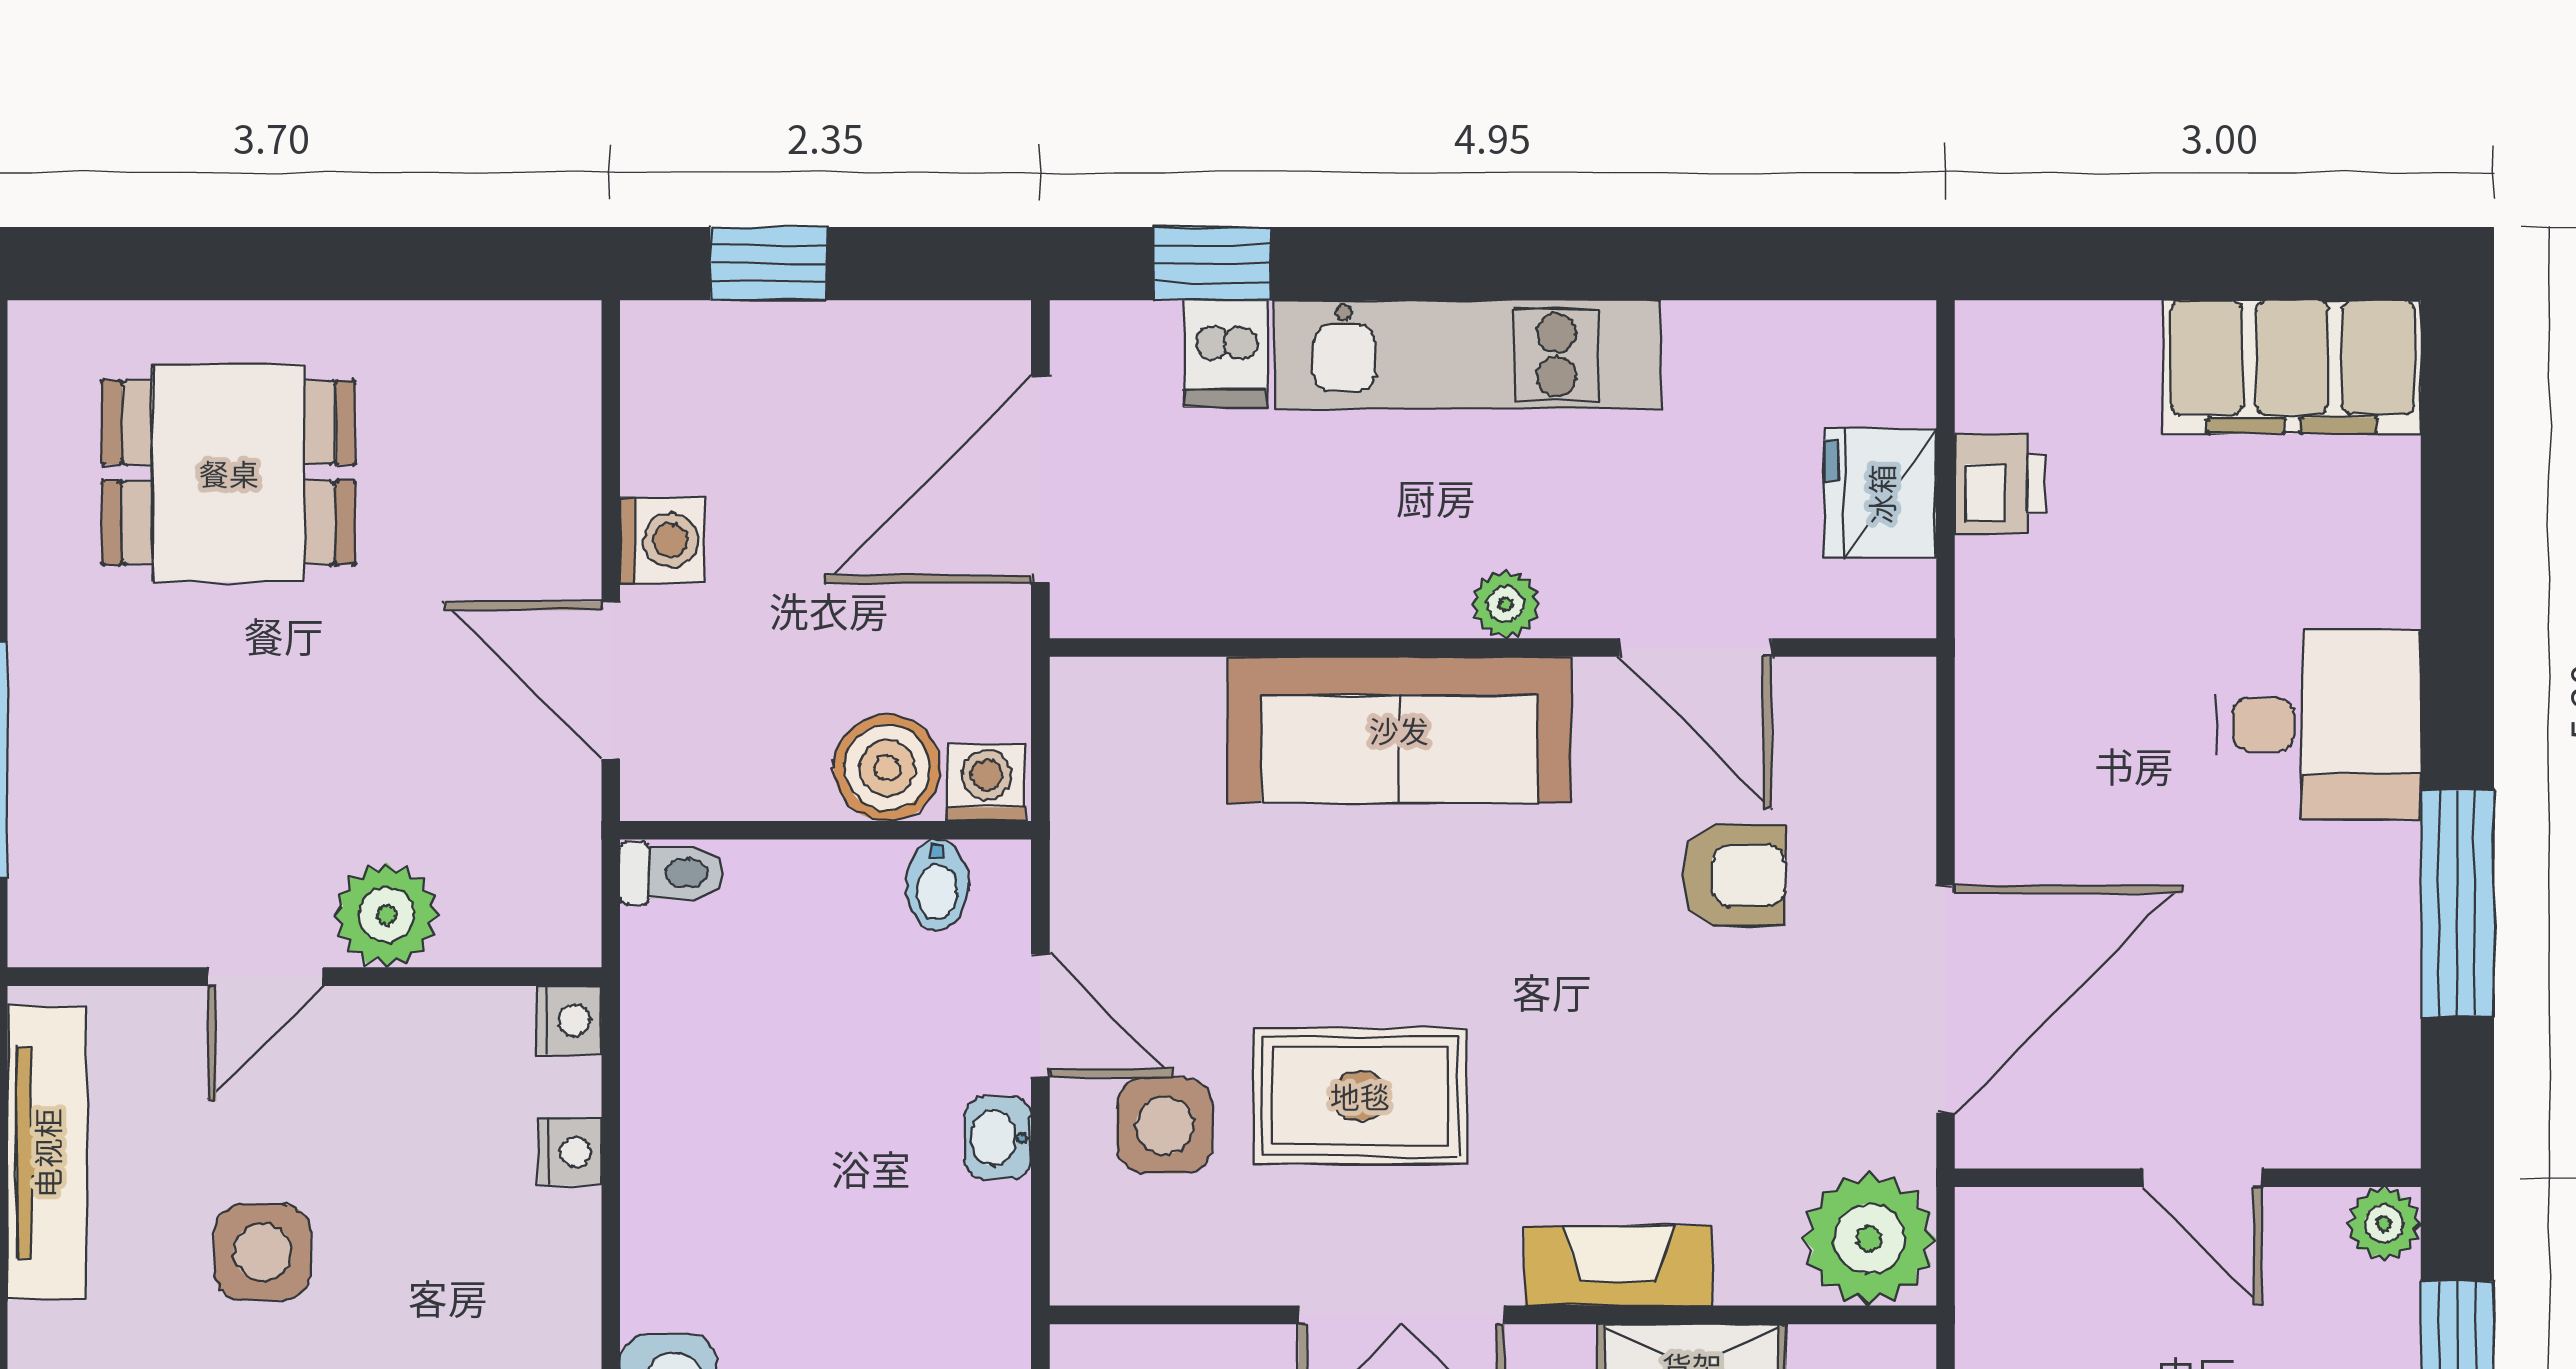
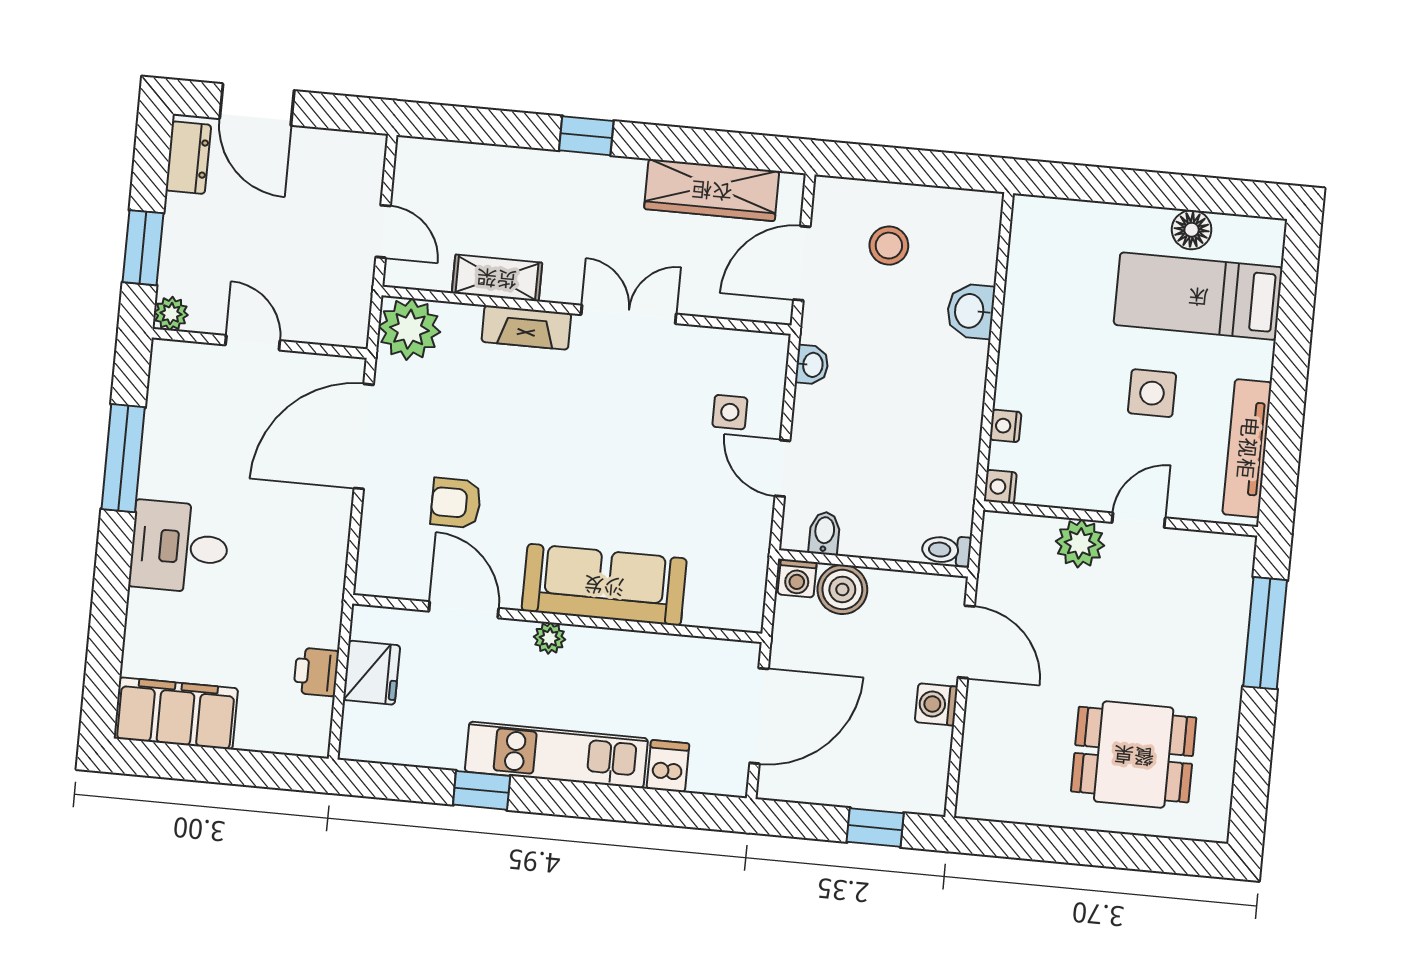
window: (1213, 264) -> (482, 790), moved
rug: (1360, 1096) -> (638, 417), removed
side table: (1165, 1126) -> (730, 412), width x0.73, depth x0.73
washbasin: (998, 1138) -> (812, 365), moved

